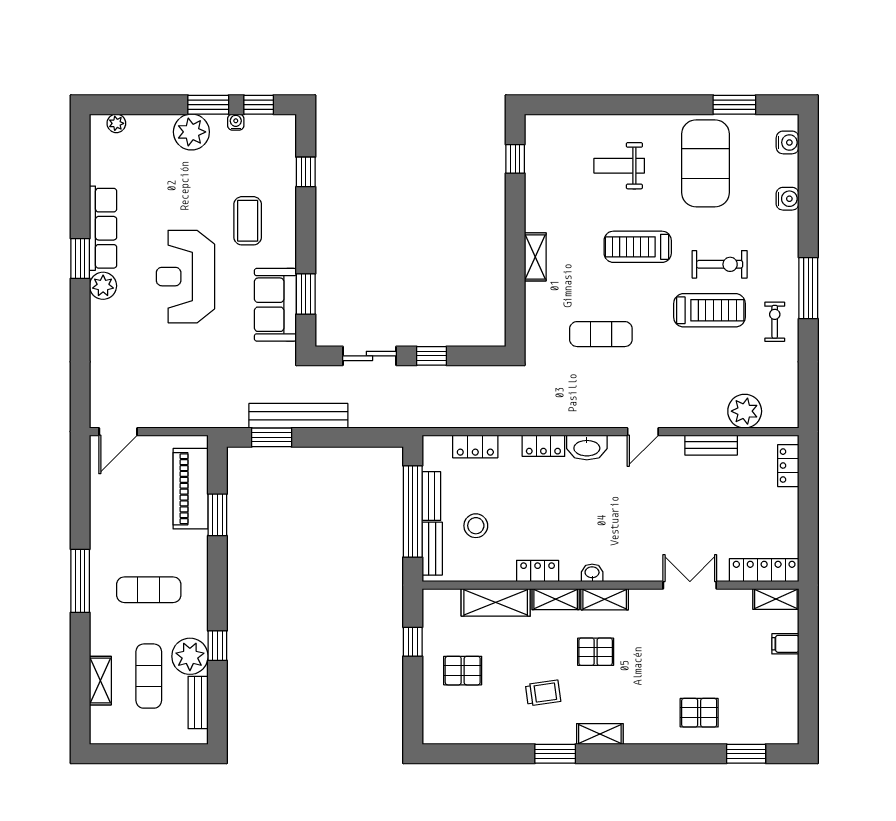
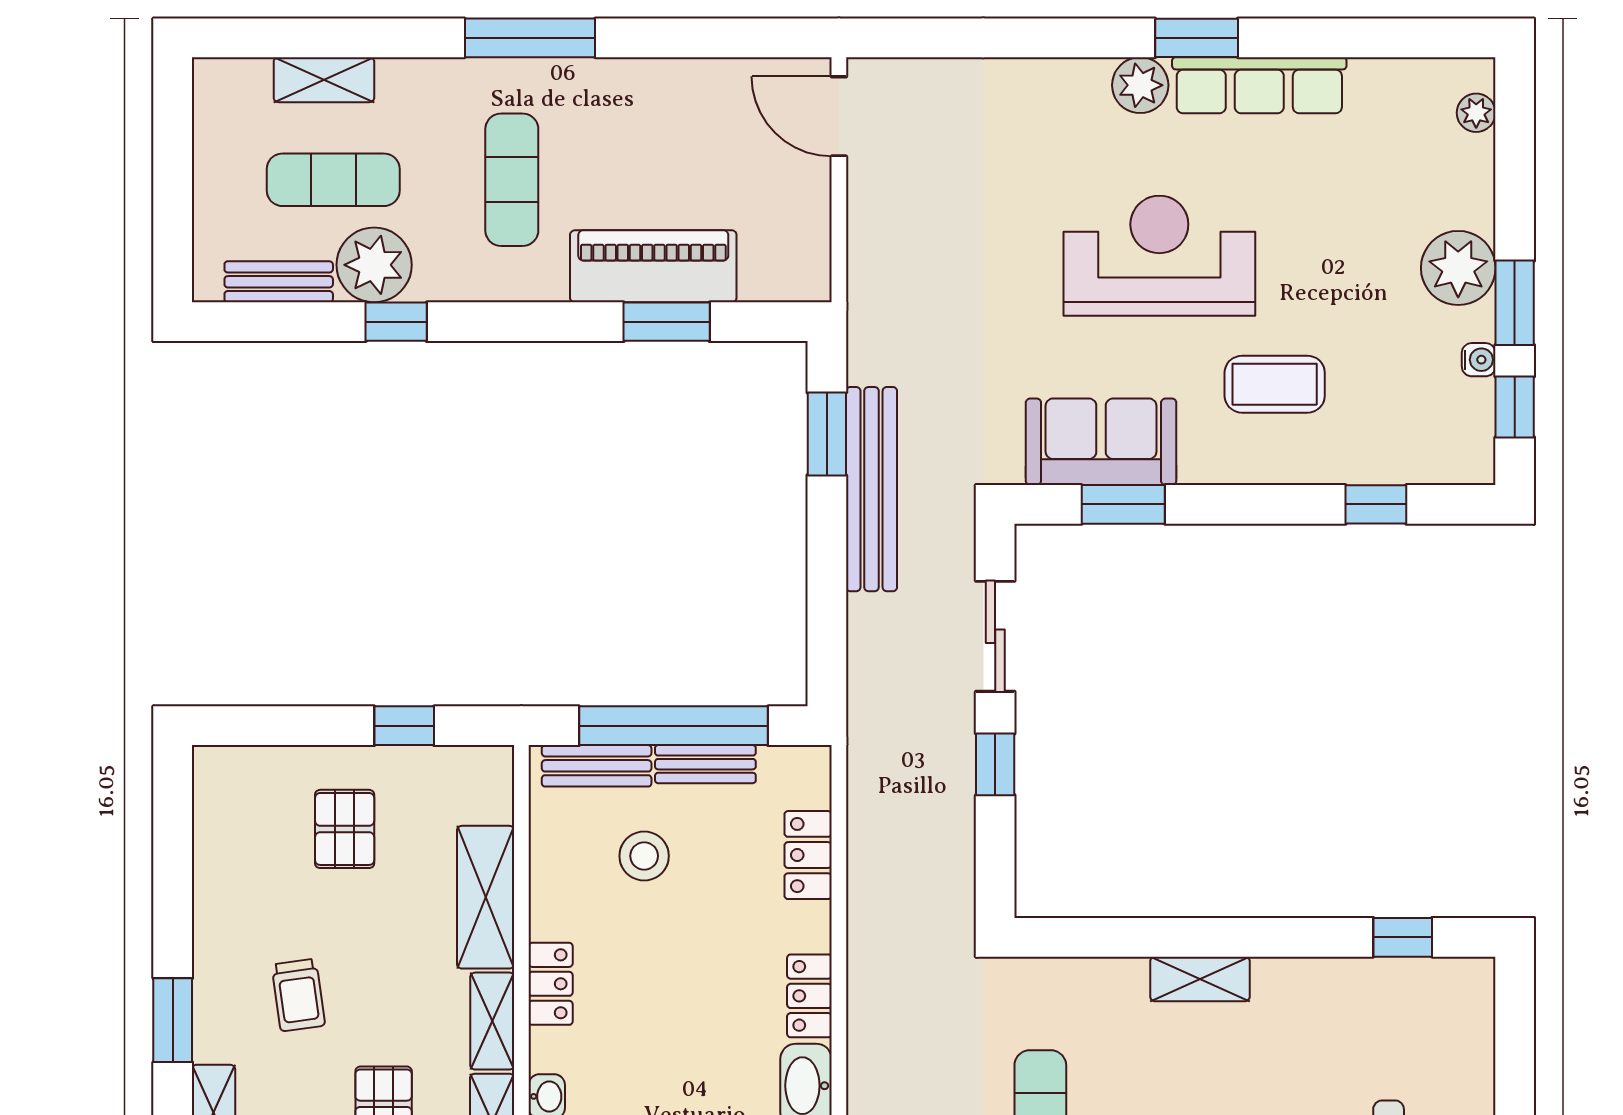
piano: (191, 489) -> (653, 266), moved

